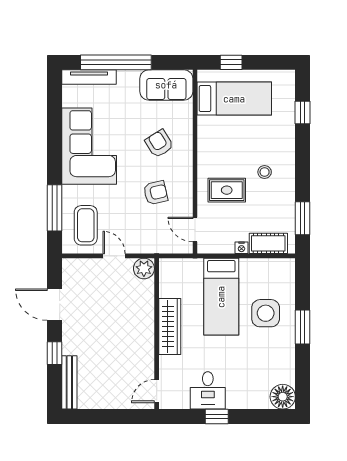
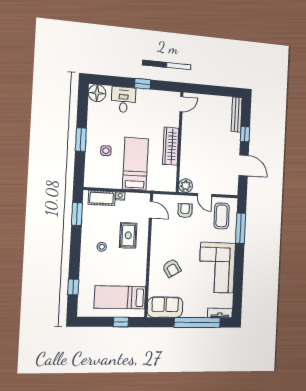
tv unit: (89, 77) -> (220, 313), width x0.71
rug: (227, 190) -> (128, 235), turned 90
armchair: (156, 193) -> (185, 211), moved, turned 103
side table: (266, 313) -> (106, 151), width x0.54, depth x0.54
desk: (208, 390) -> (124, 100), moved

